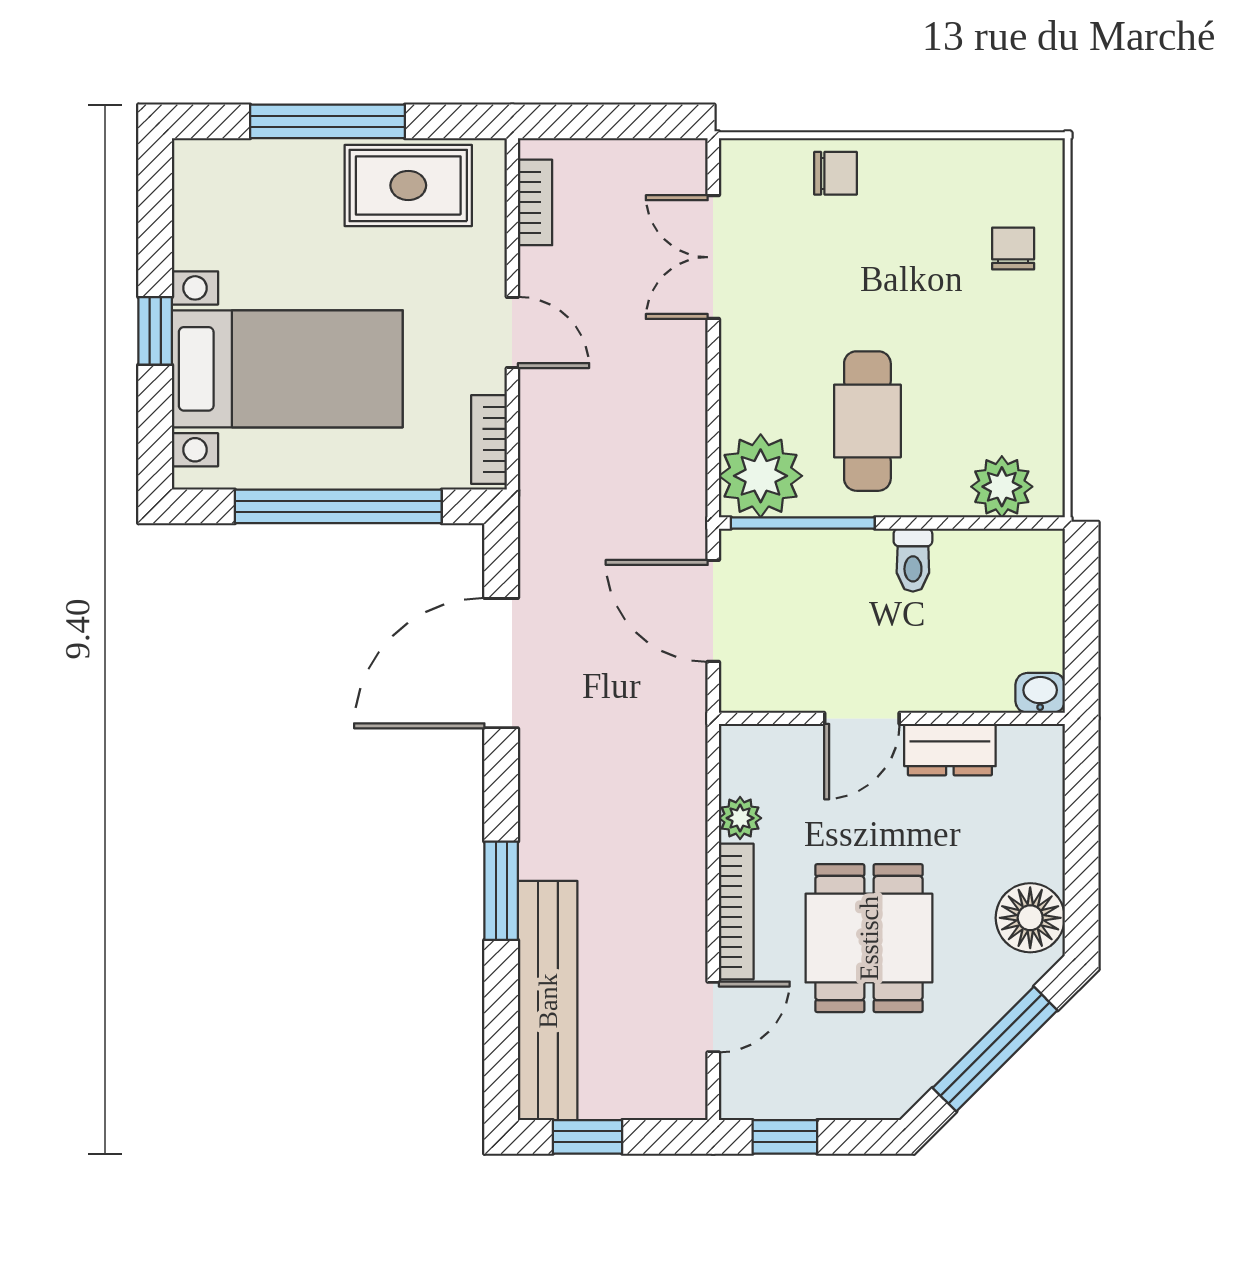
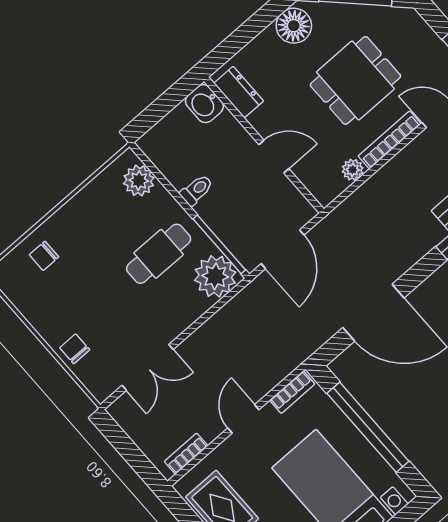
washbasin: (1040, 693) -> (204, 104), width x1.38, depth x1.45
dresser: (950, 750) -> (239, 92), moved

